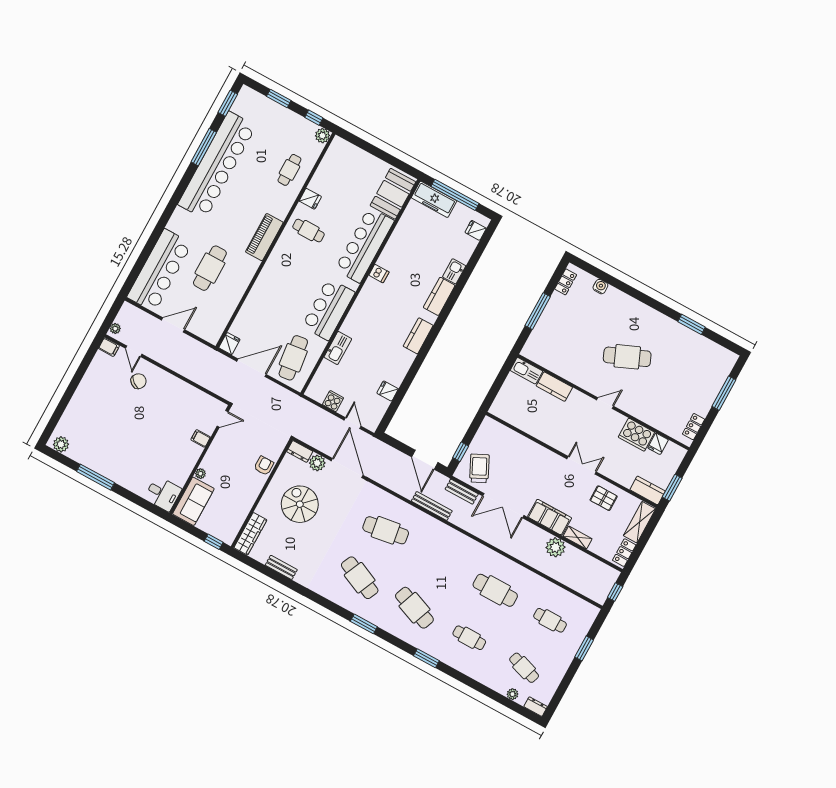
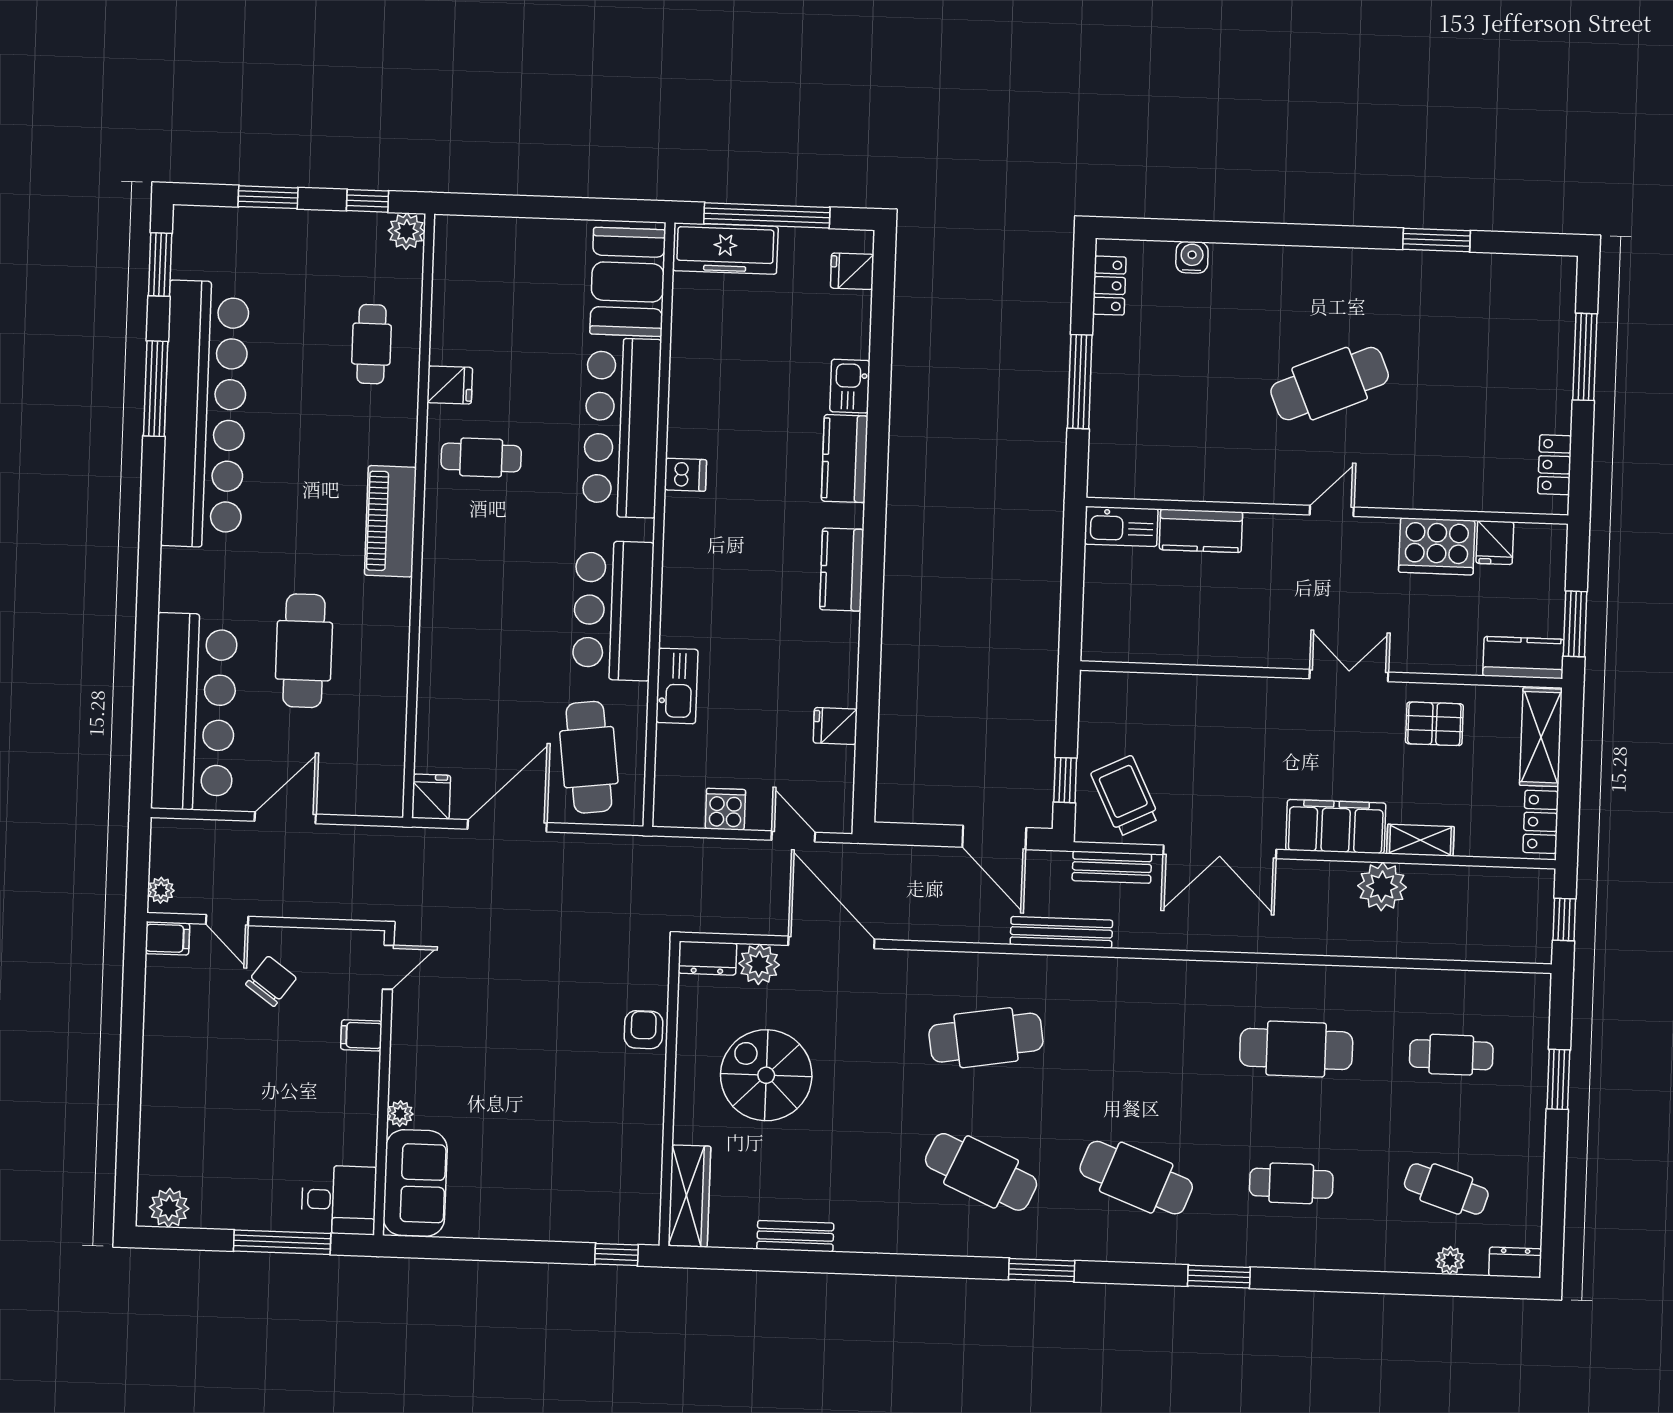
door: (223, 419) -> (388, 967), moved
filing cabinet: (201, 438) -> (361, 1035), moved
wall: (200, 460) -> (384, 1083), moved
plant: (200, 474) -> (400, 1114), moved
desk: (163, 494) -> (339, 1200), moved
sofa: (193, 501) -> (415, 1183), moved

